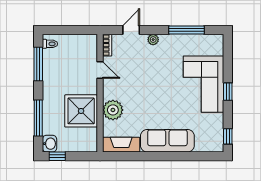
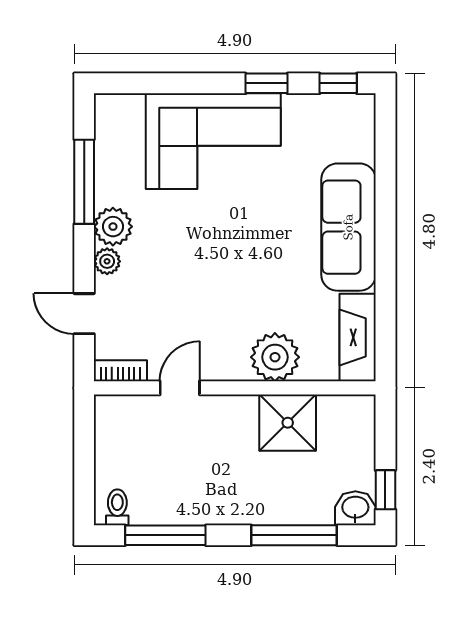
plant: (168, 42) -> (113, 227), added
window: (228, 92) -> (267, 83), moved
shower: (81, 111) -> (288, 423), width x0.73, depth x0.73

